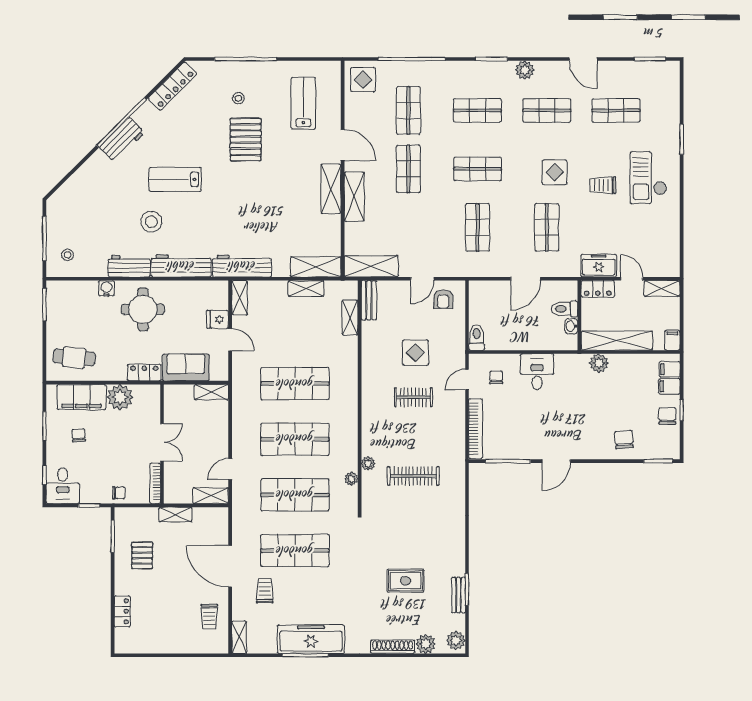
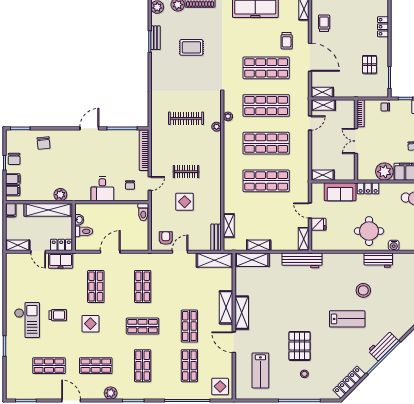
shop shelf: (478, 110) -> (143, 366), turned 90
workbench: (181, 266) -> (343, 260), removed
shelving: (175, 514) -> (322, 92), moved

